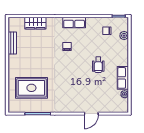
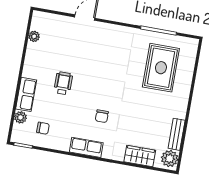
plant: (14, 25) -> (170, 159), added
row of seats: (123, 78) -> (26, 94), moved
rug: (31, 88) -> (161, 68), turned 90

